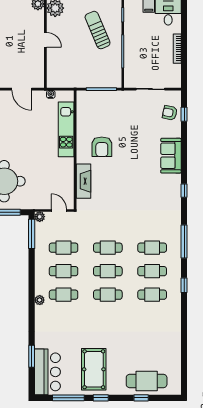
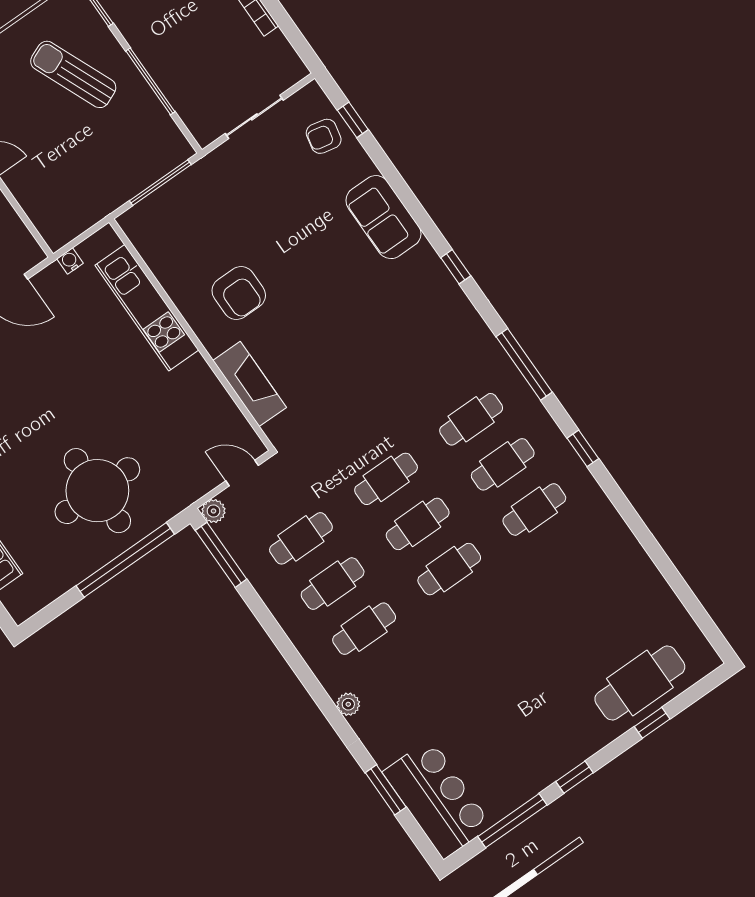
plant: (40, 300) -> (348, 704), moved
pool table: (94, 369) -> (523, 731), removed

